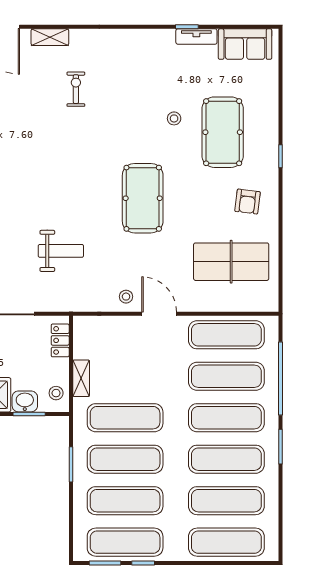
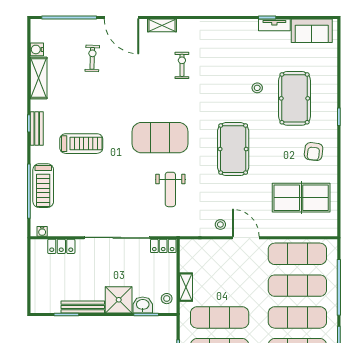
exercise mat: (47, 183) -> (160, 138), added
weight bench: (61, 251) -> (170, 189), turned 90
locker: (60, 340) -> (163, 246), moved, turned -90

